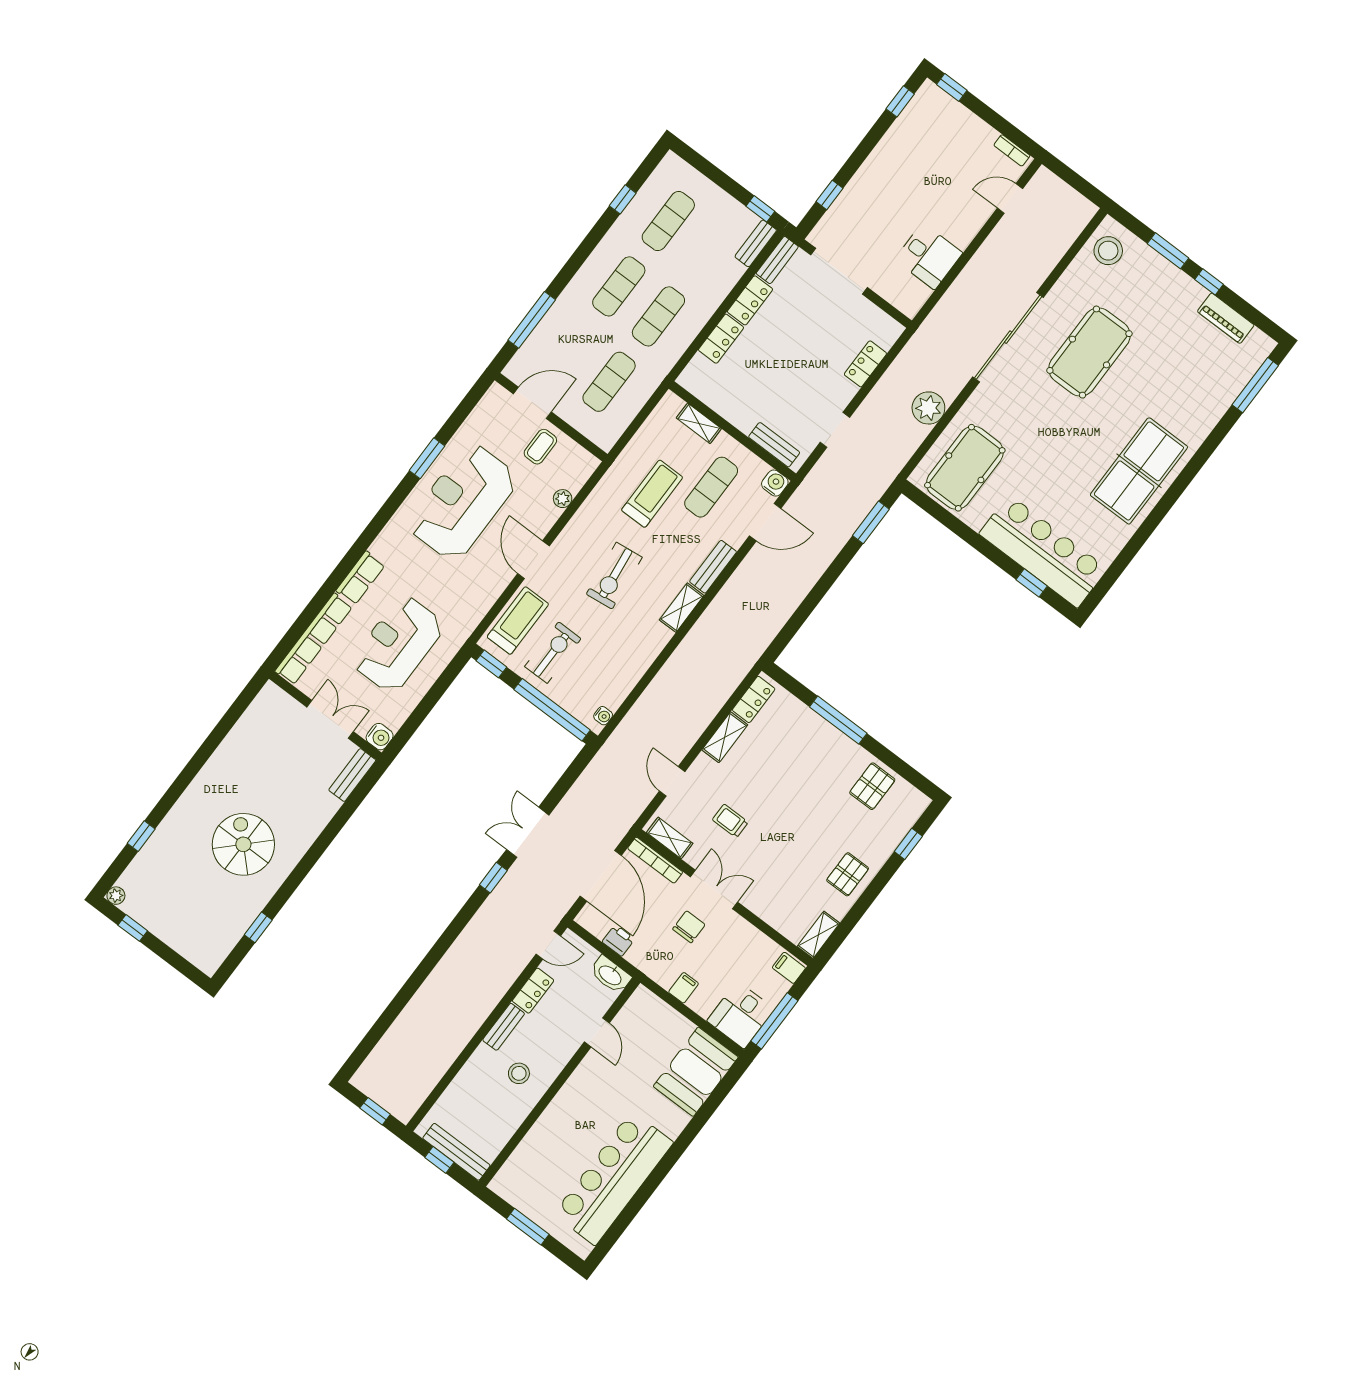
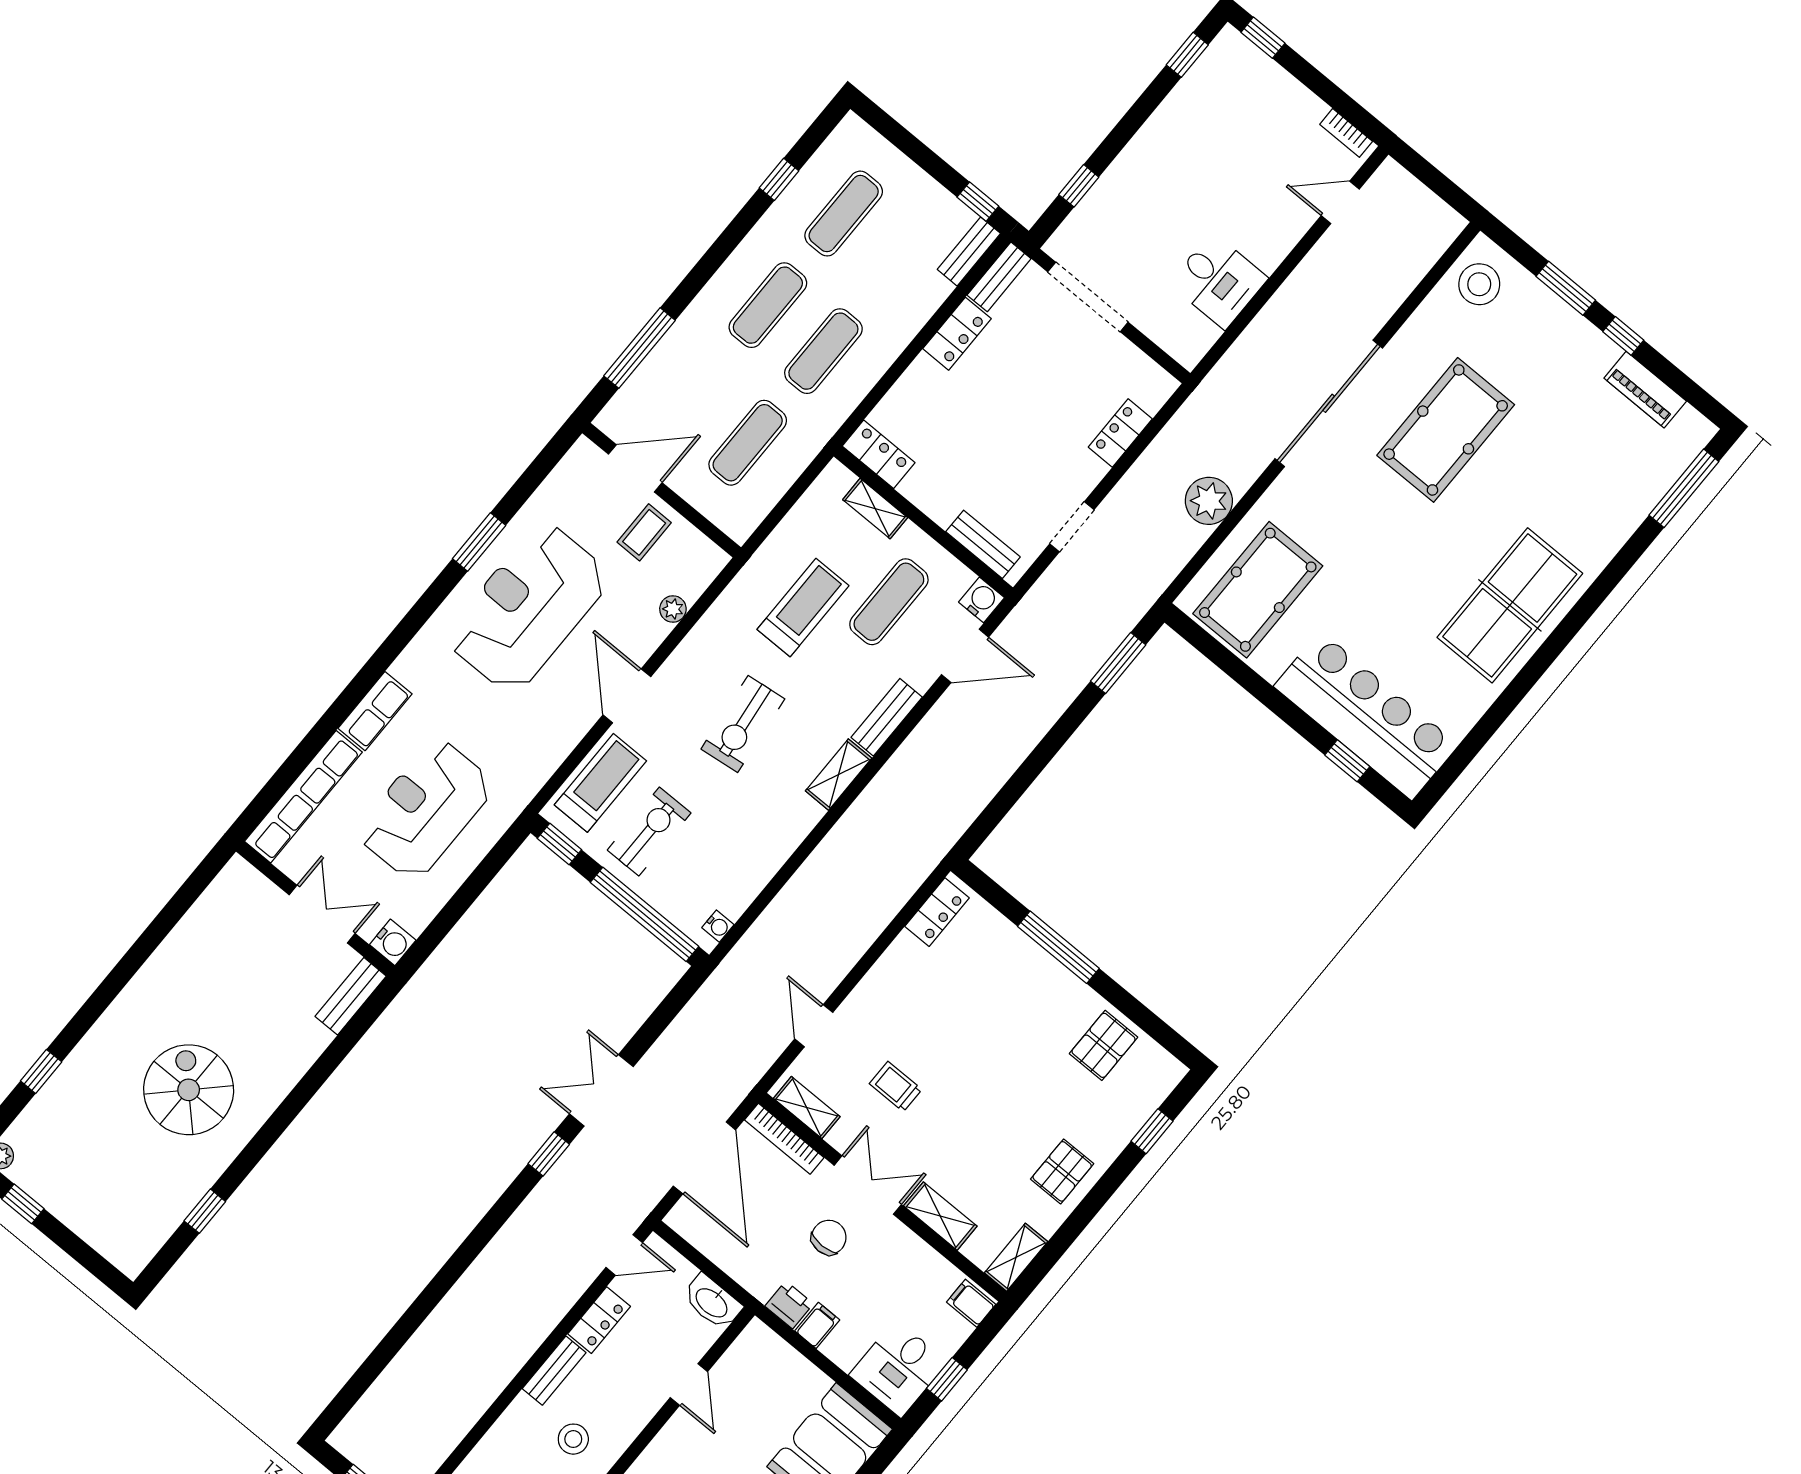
locker: (721, 339) -> (879, 454), moved, turned -90
shelving: (725, 737) -> (940, 1216), moved, turned 90
printer: (618, 940) -> (789, 1305), moved
window: (774, 1021) -> (947, 1379), width x0.46

